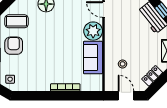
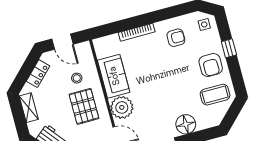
pallet: (123, 40) -> (84, 106), added
armchair: (35, 75) -> (176, 38), added

